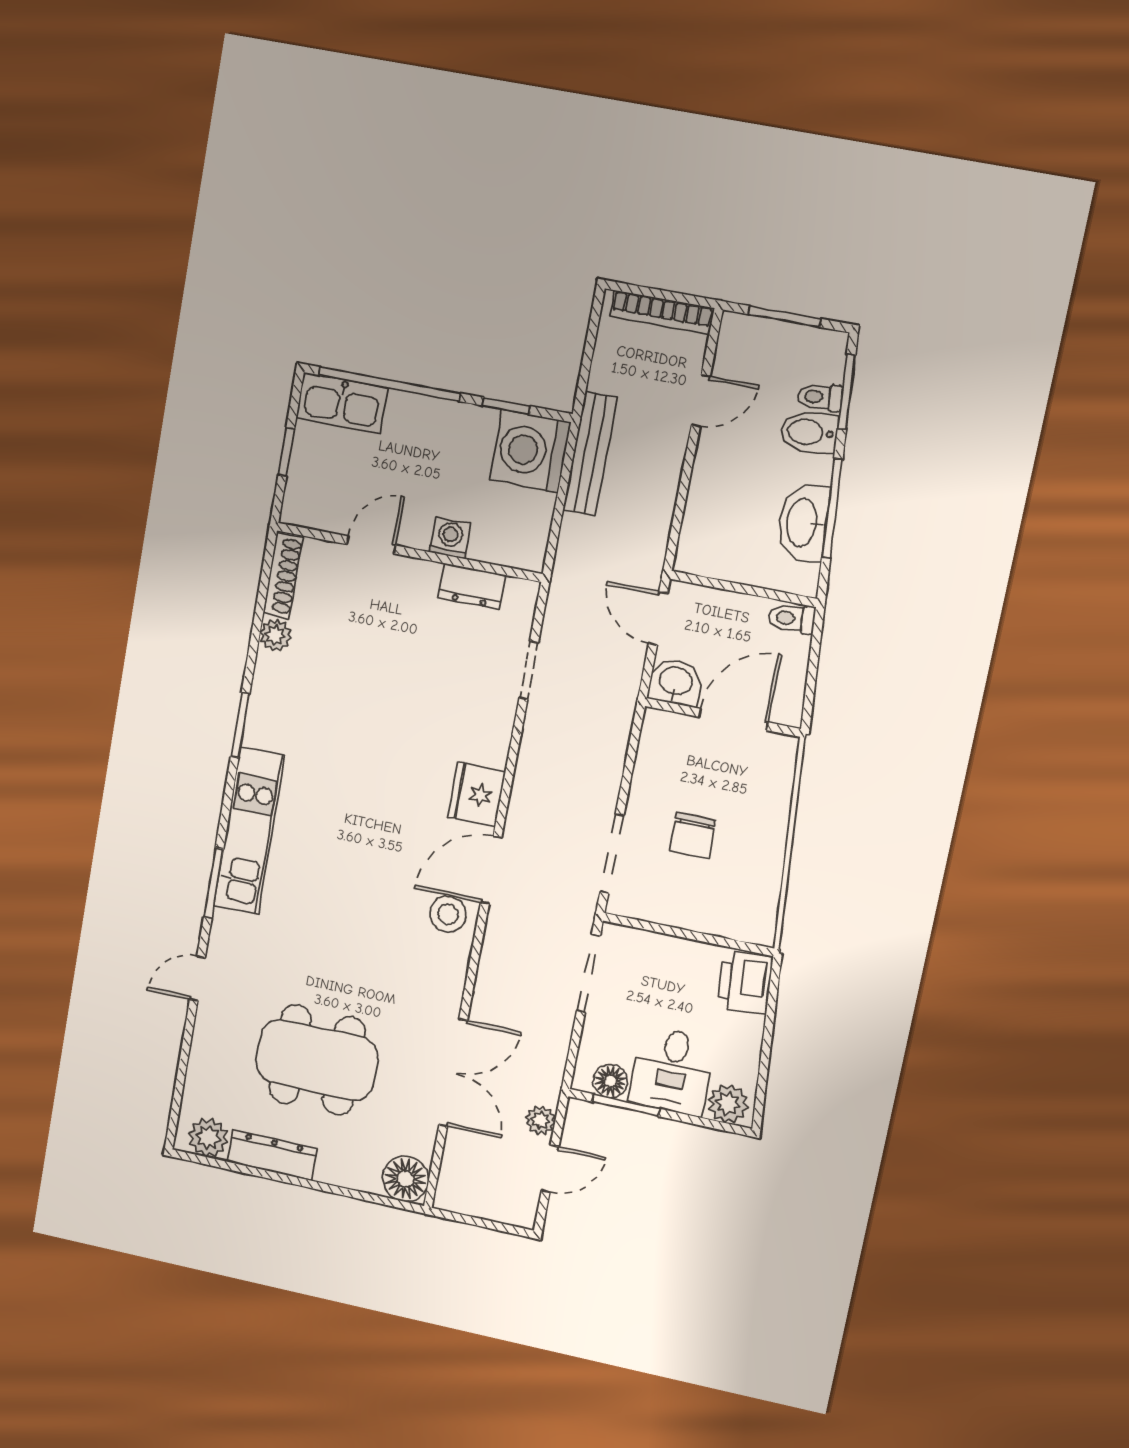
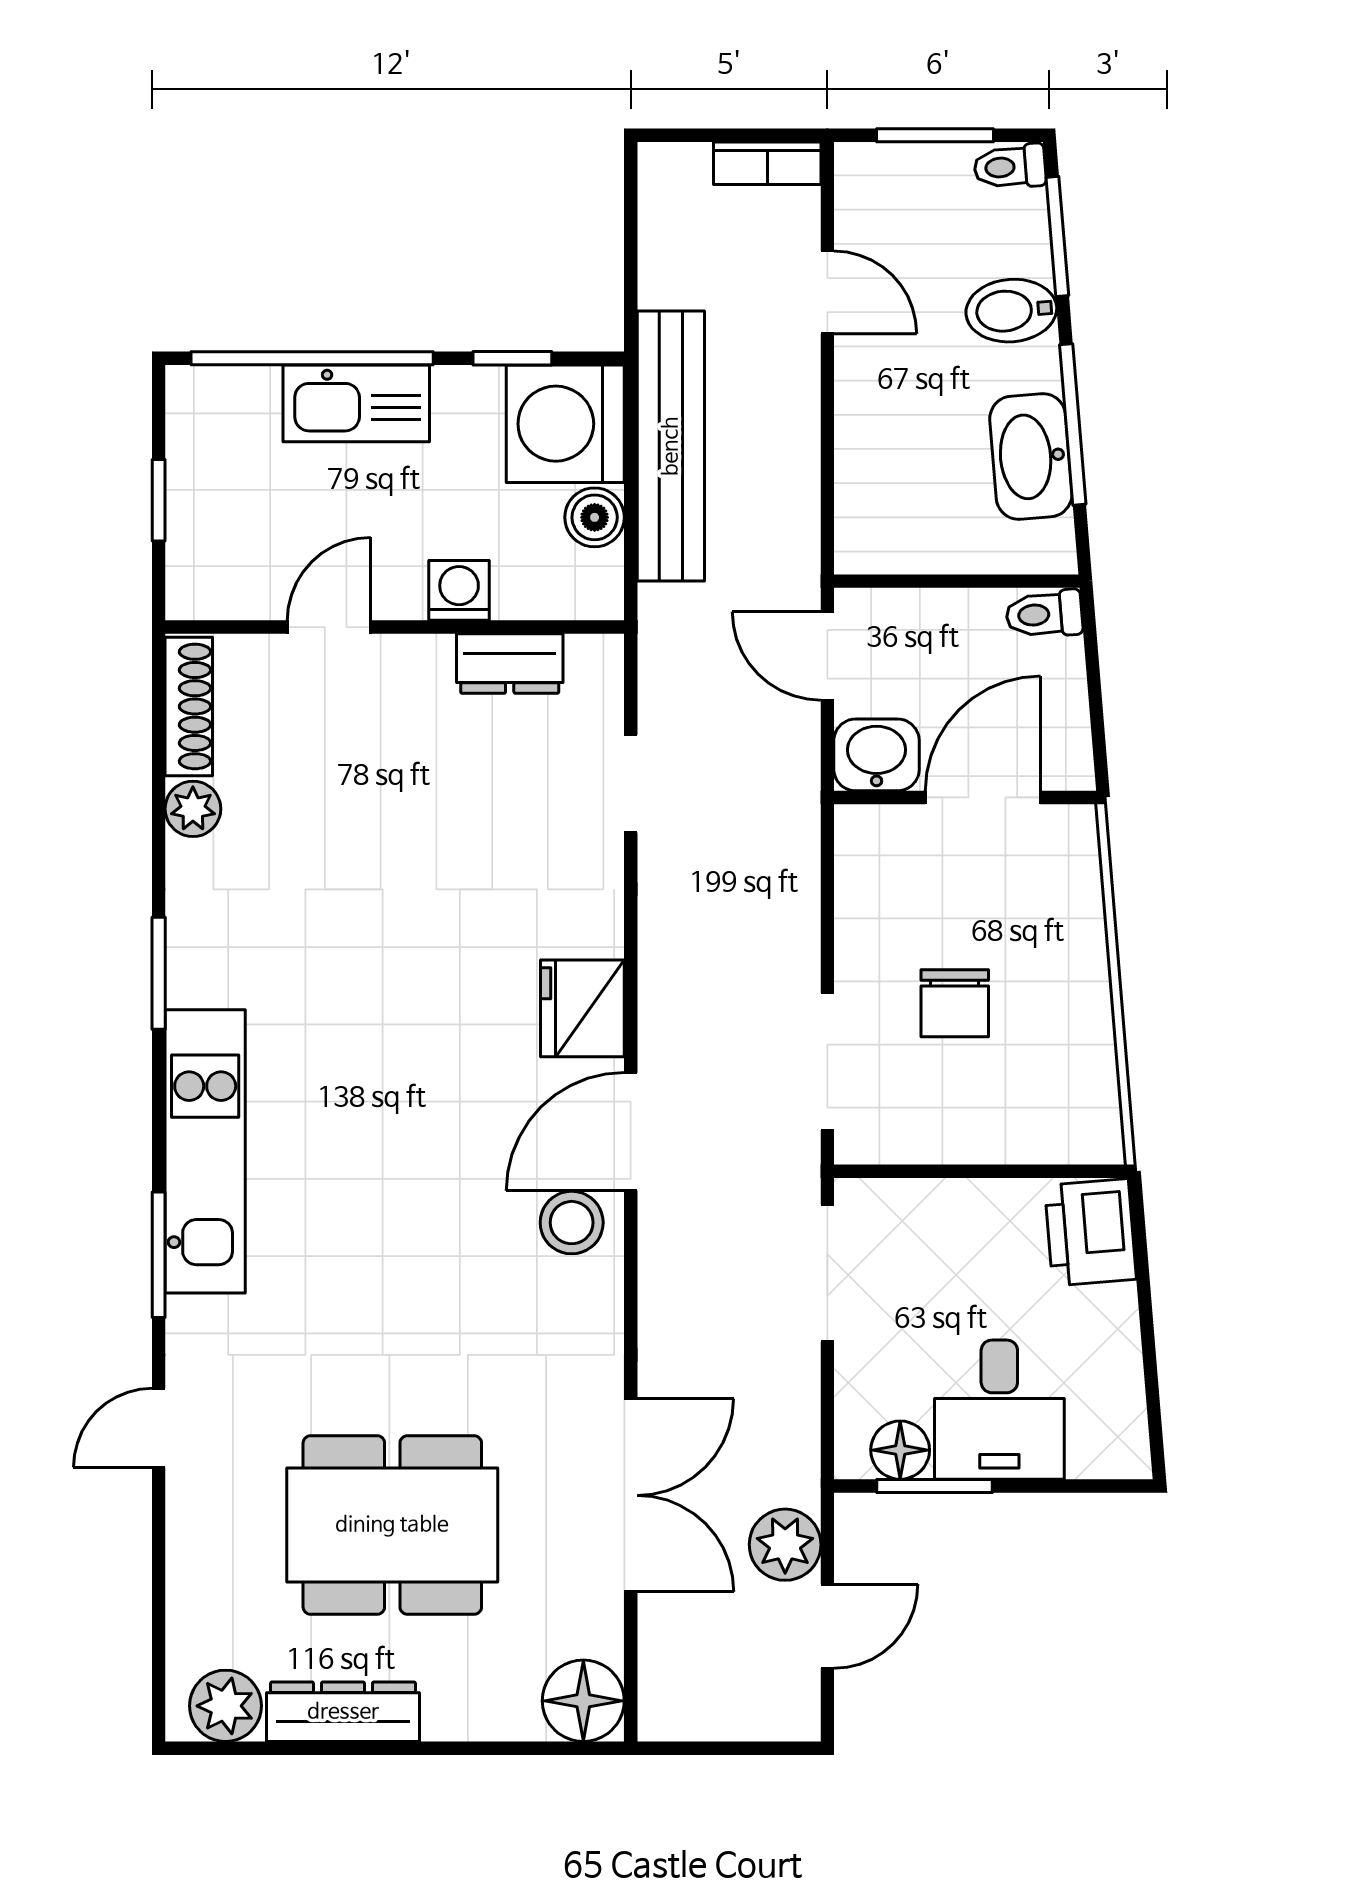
bookcase: (662, 312) -> (767, 163), width x0.64
toilet: (820, 397) -> (1010, 167), moved
door: (701, 401) -> (827, 292), hinge flipped
kitchen sink: (342, 403) -> (356, 403), moved
bench: (590, 454) -> (671, 446), width x1.37, depth x1.21
boiler: (537, 510) -> (595, 517), added
plant: (728, 1104) -> (1103, 1445), removed
plant: (540, 1120) -> (785, 1545), width x1.38, depth x1.38

